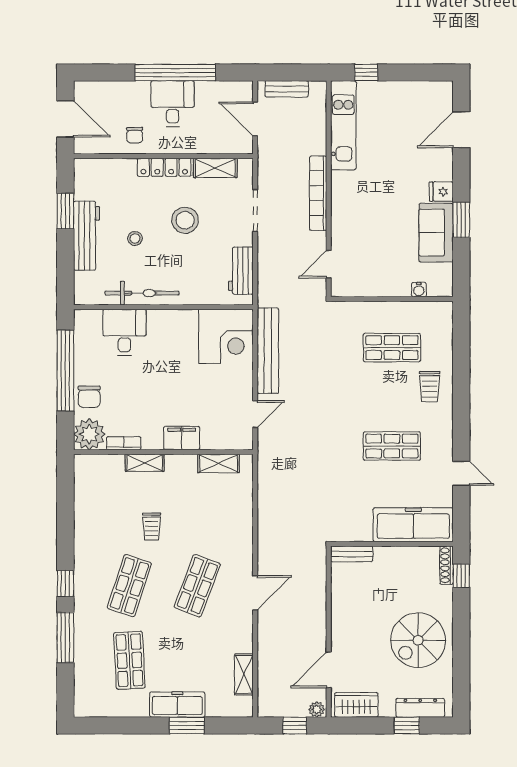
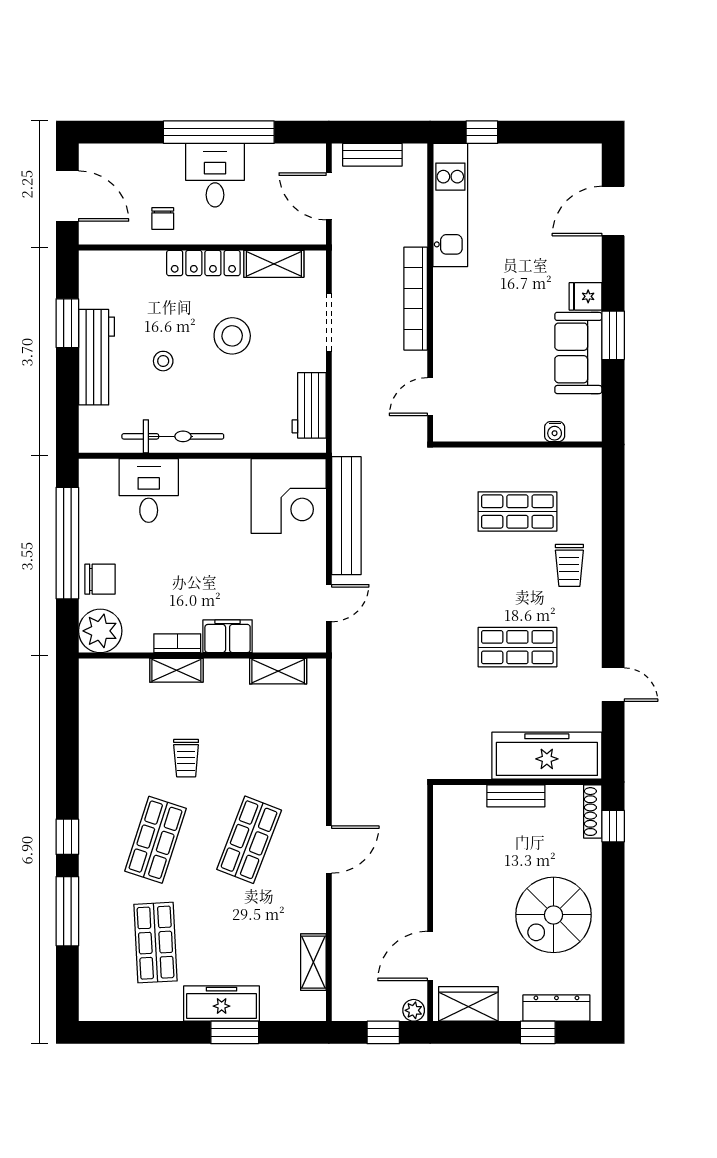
chair: (89, 397) -> (100, 579), turned -90
bookcase: (124, 443) -> (177, 643), moved
bench: (352, 554) -> (516, 796), moved

